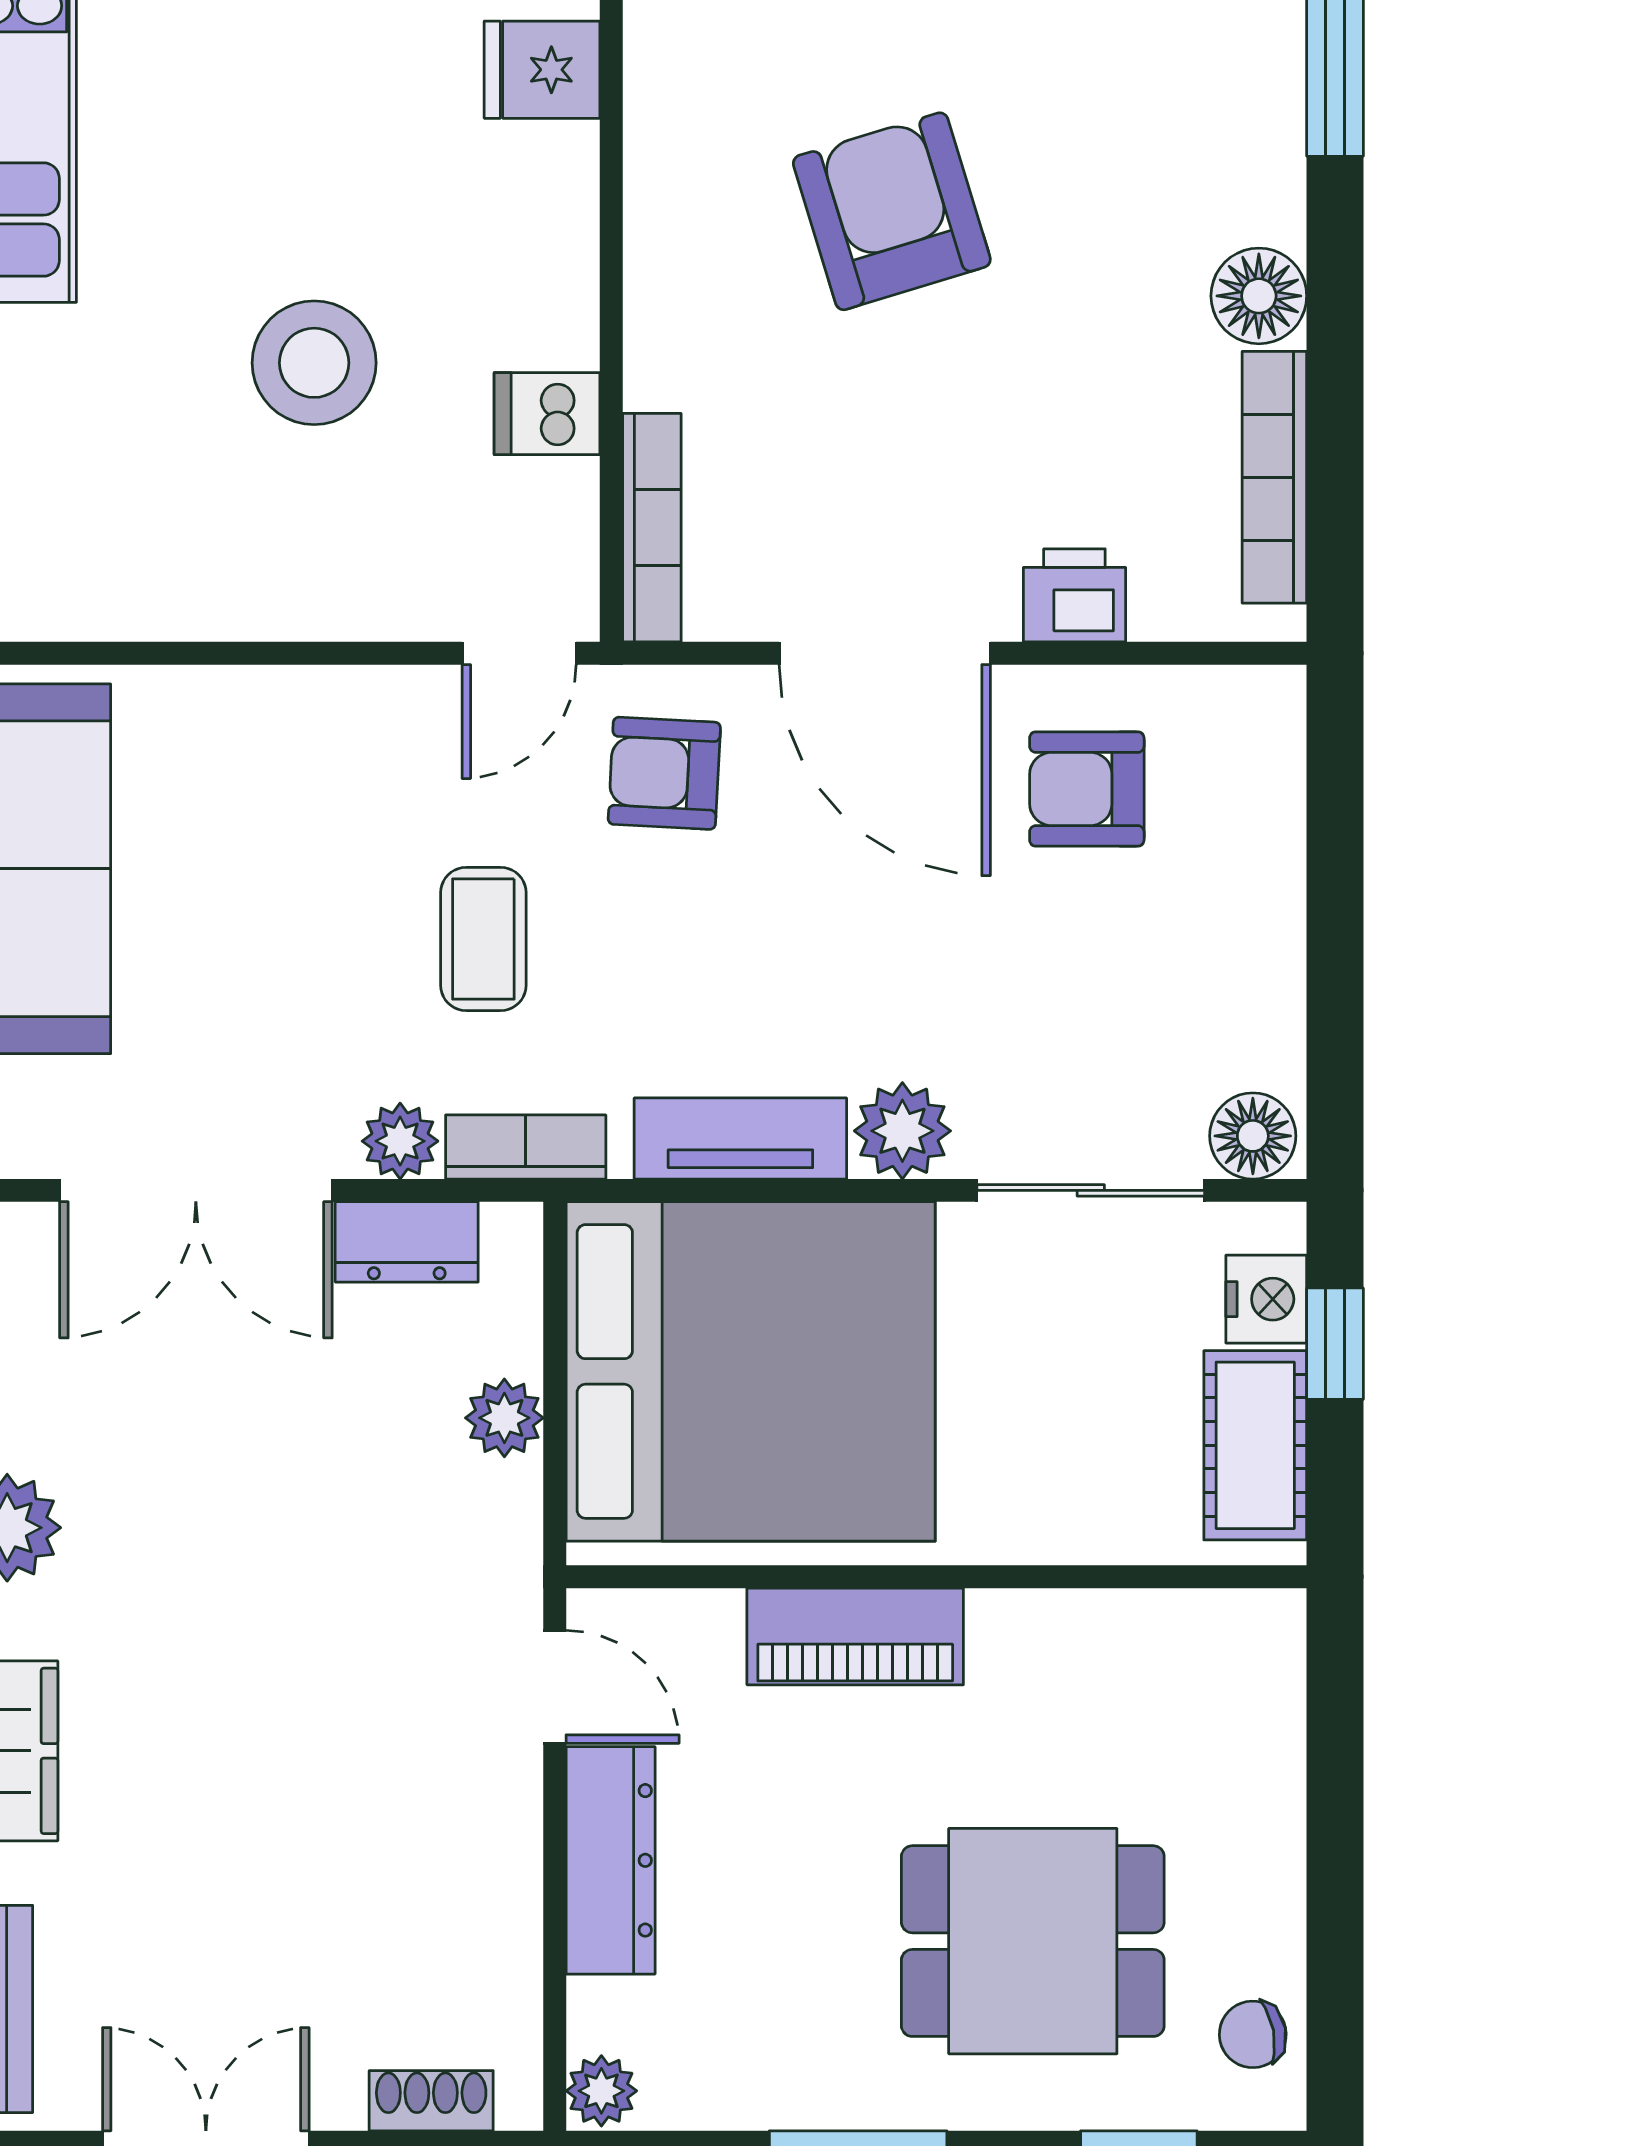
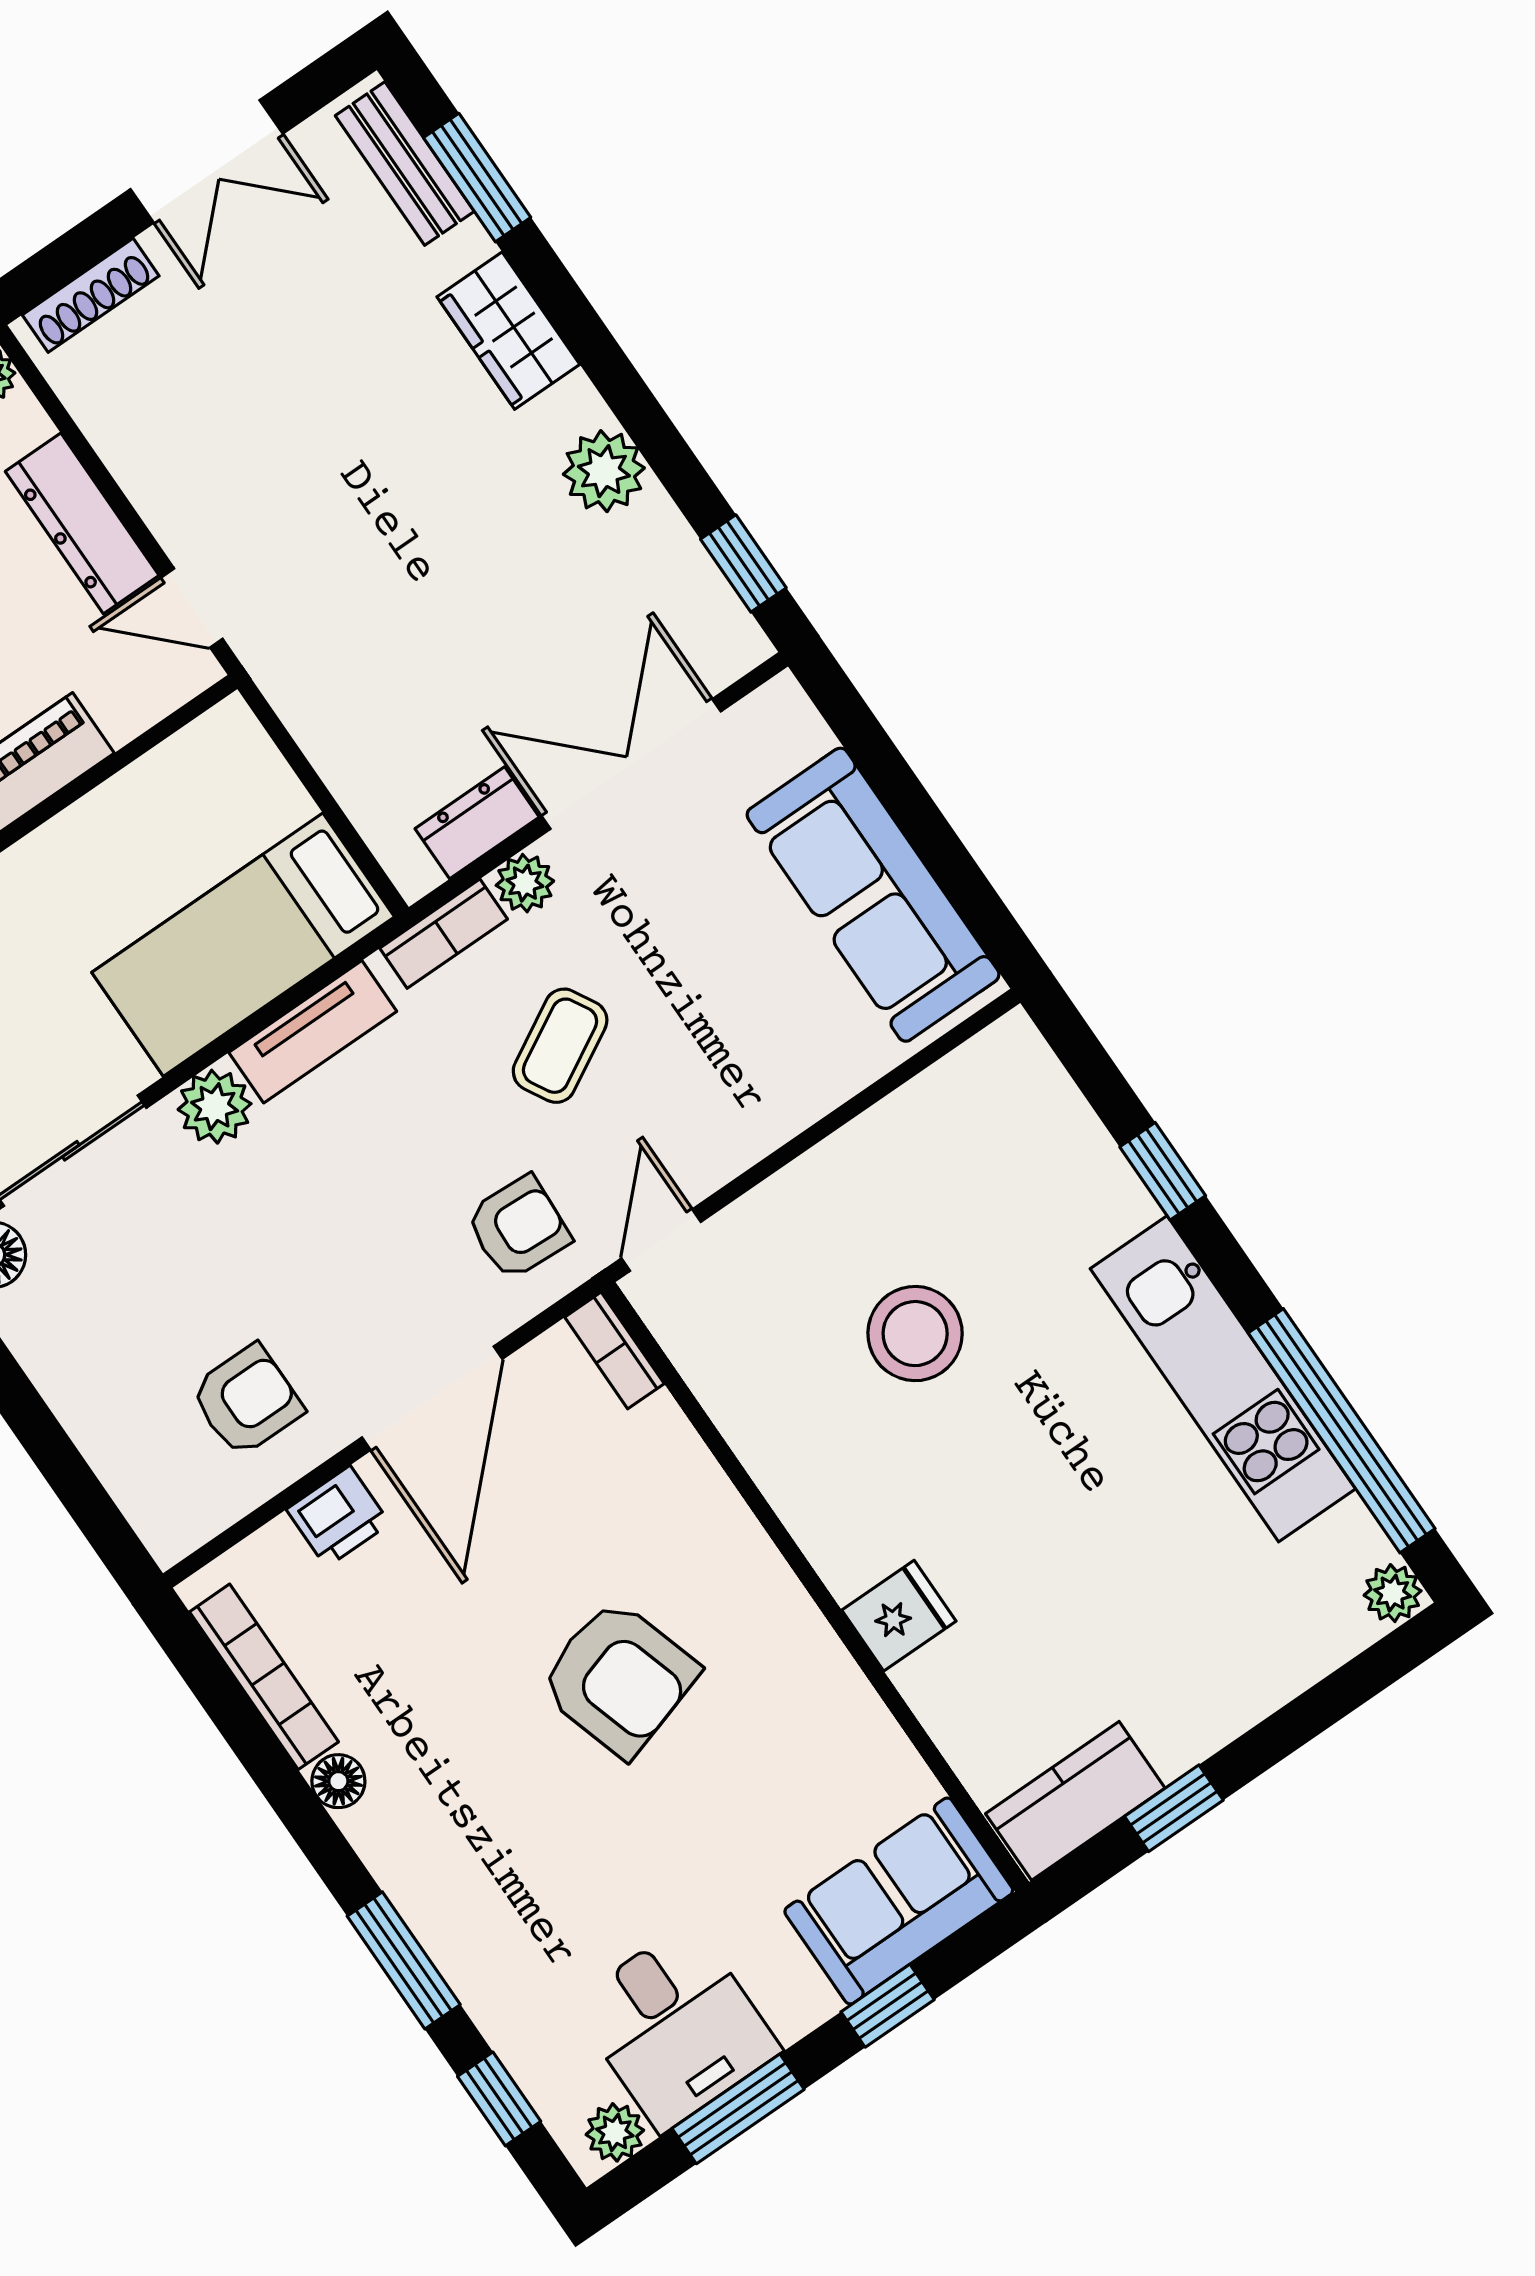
floor lamp: (1259, 296) -> (338, 1781), width x0.73, depth x0.73
dishwasher: (547, 414) -> (747, 1402), removed
bookcase: (652, 528) -> (614, 1350), width x0.64
door: (885, 653) -> (432, 1398), swing flipped
coffee table: (483, 939) -> (560, 1046), turned 61
bed: (751, 1371) -> (243, 945), width x0.49
plant: (504, 1418) -> (340, 755), removed
shoe rack: (431, 2101) -> (91, 295), width x1.43

